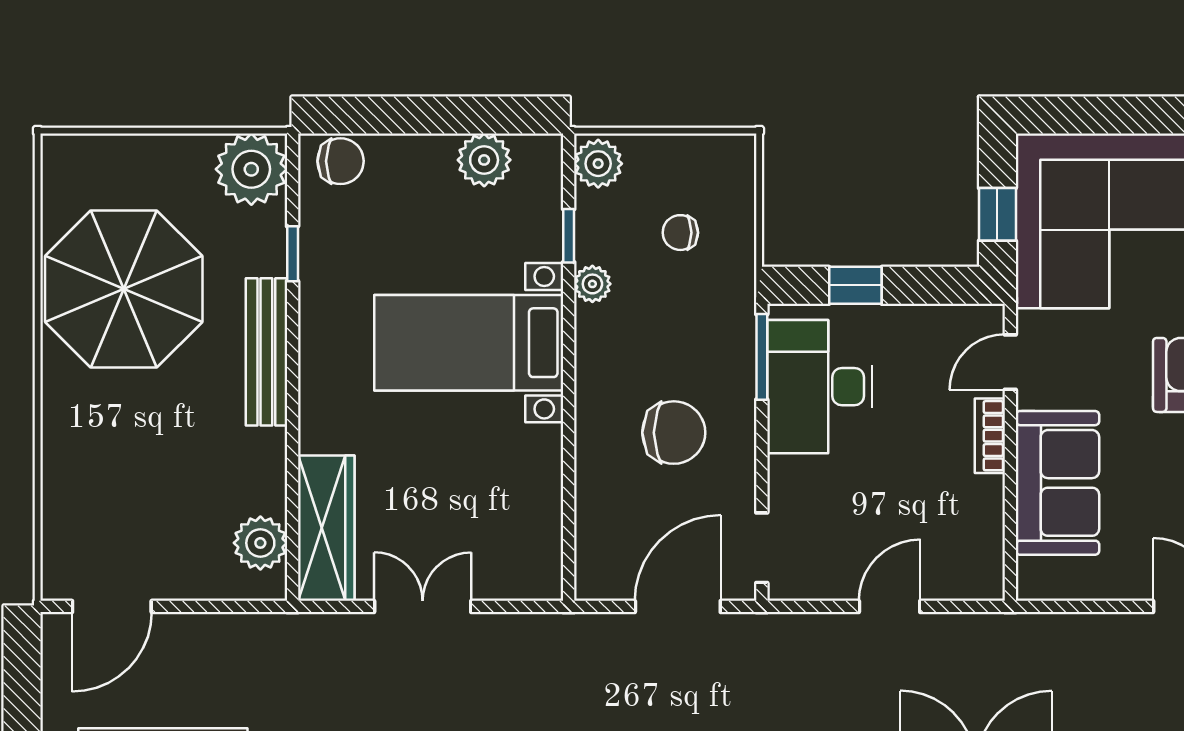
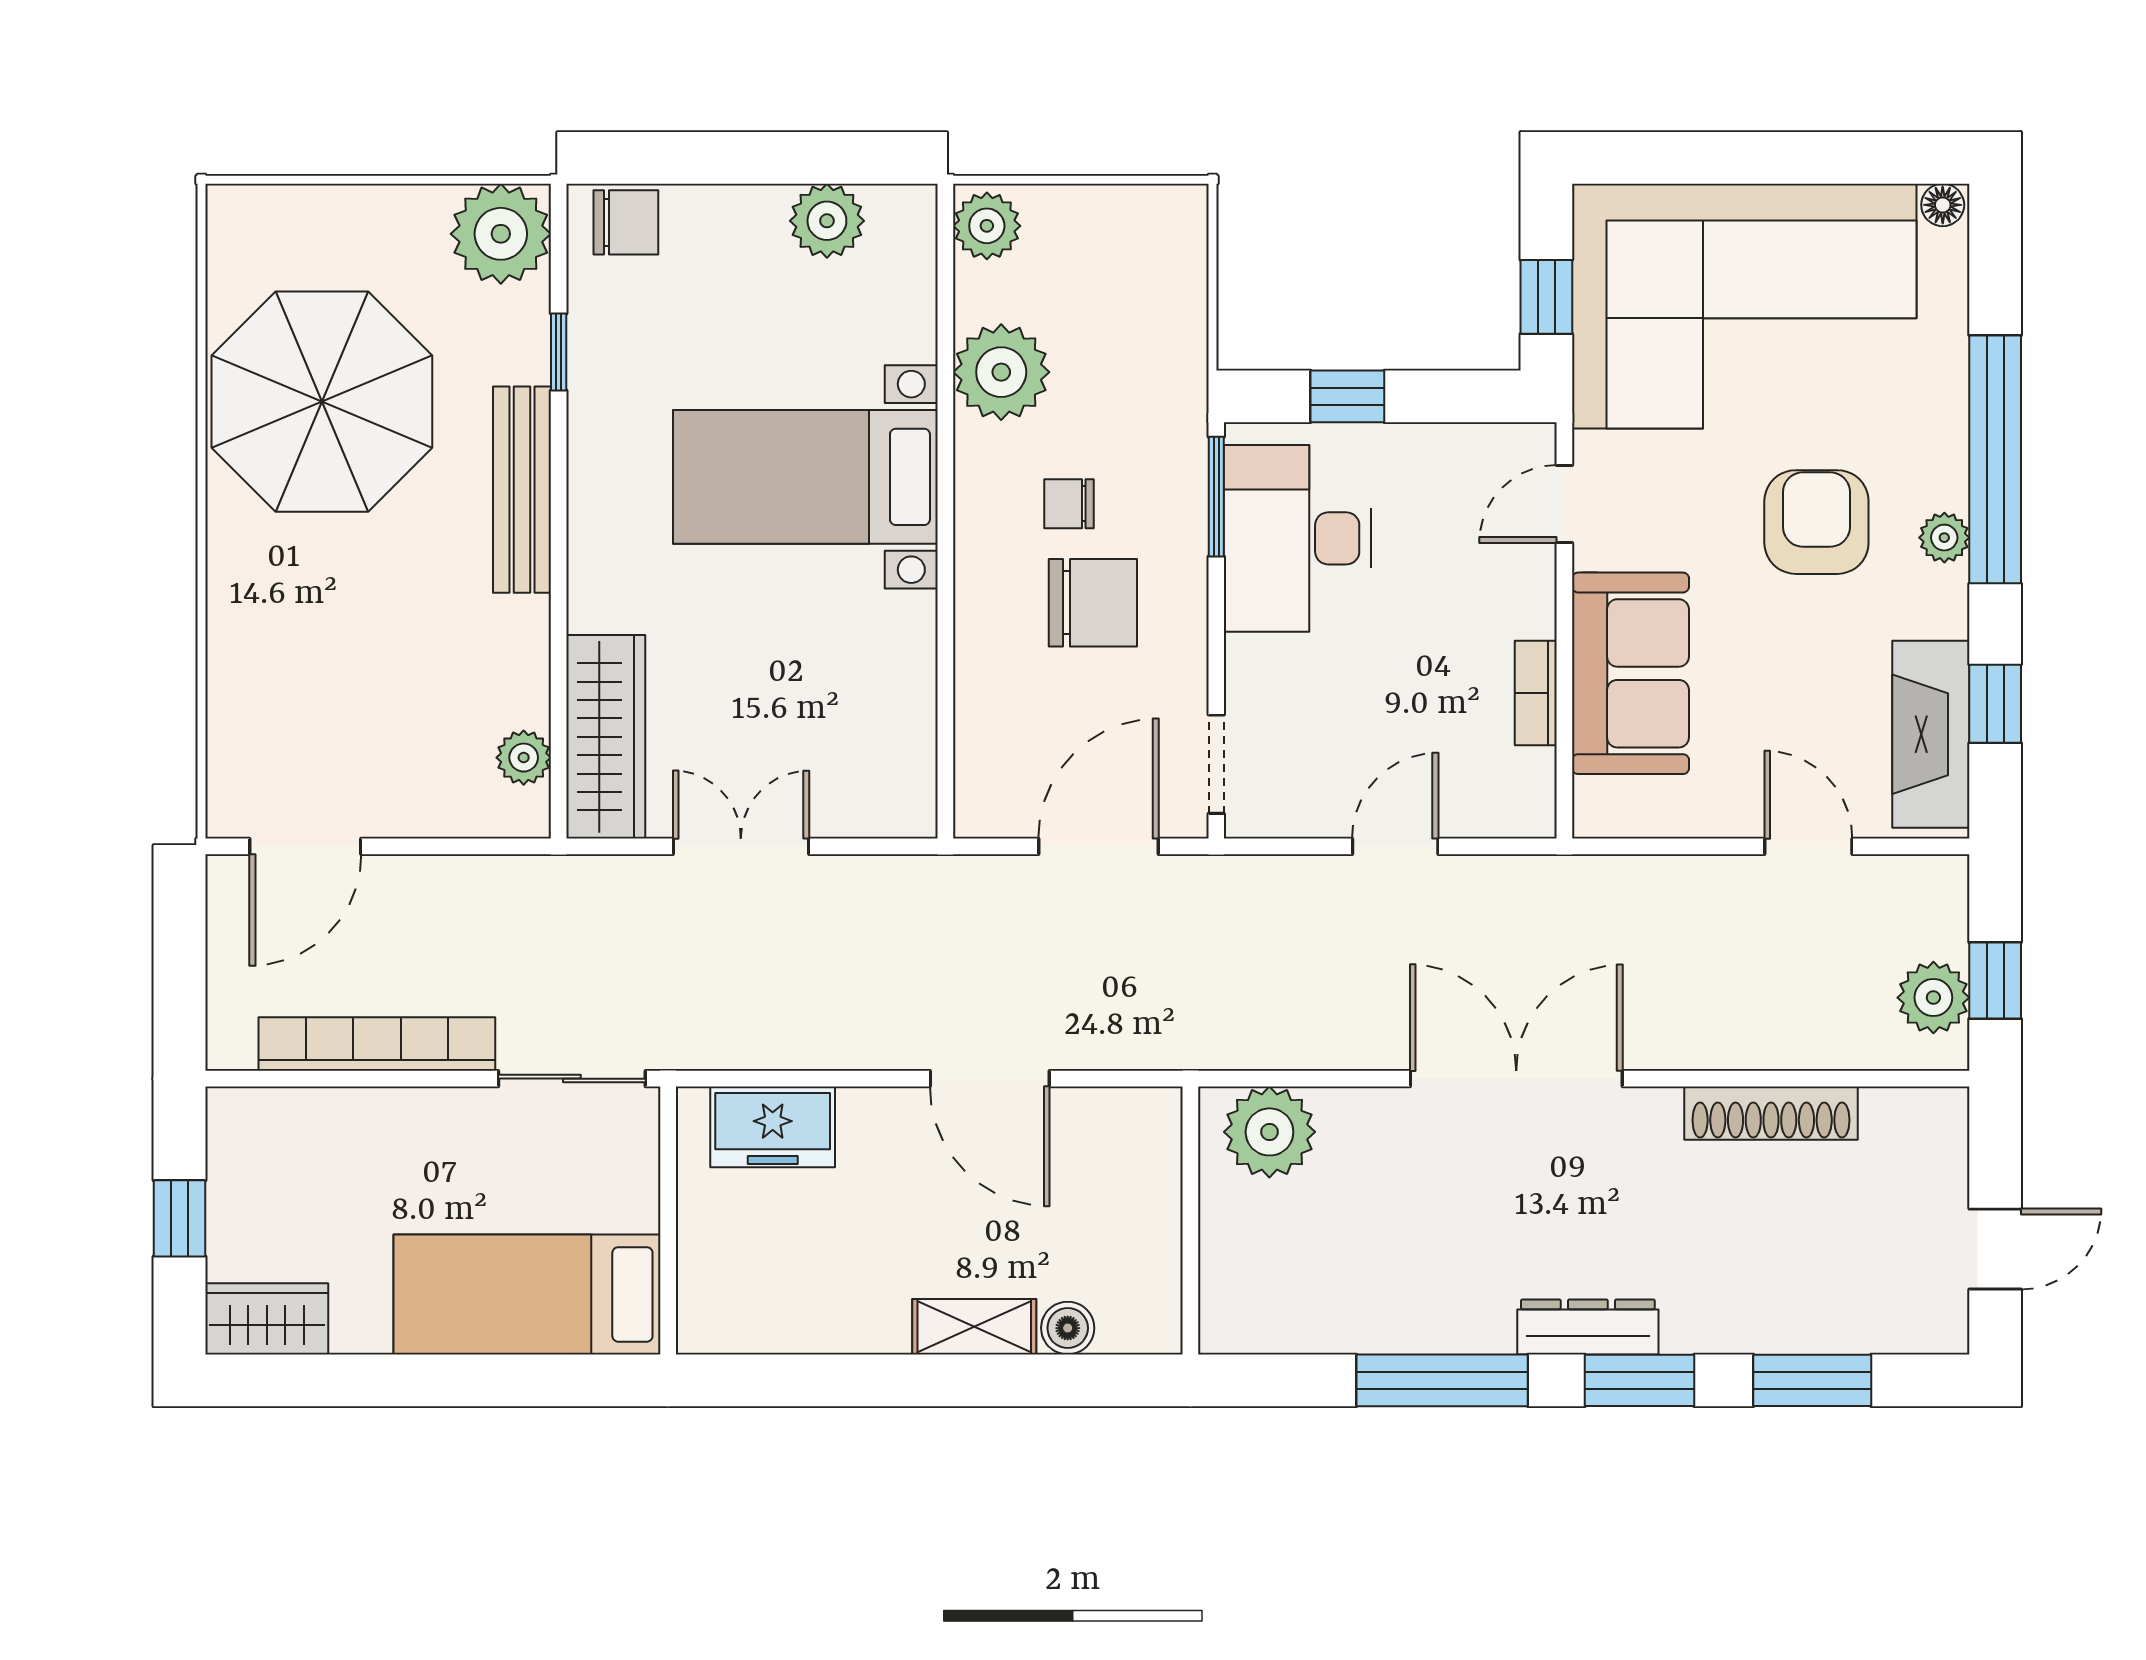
chair: (680, 233) -> (1069, 504), moved
window: (569, 236) -> (945, 327), removed
plant: (592, 284) -> (1001, 372), width x1.88, depth x1.88
bookcase: (990, 436) -> (1536, 693), moved
plant: (260, 543) -> (524, 758), width x0.73, depth x0.73

